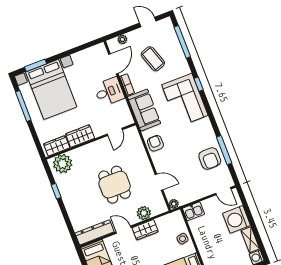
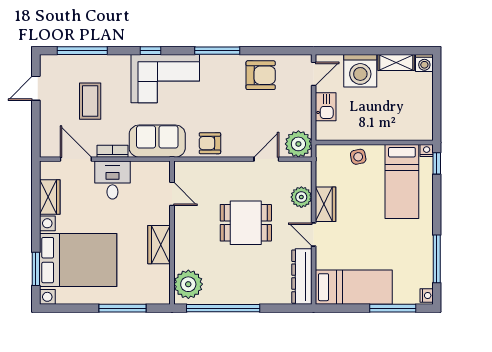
plant: (122, 39) -> (47, 133), removed
coffee table: (153, 59) -> (90, 101), turned -71
window: (23, 106) -> (123, 308), moved
wardrobe: (57, 146) -> (50, 197), moved, turned 180
window: (224, 150) -> (217, 51), moved
window: (56, 191) -> (223, 308), width x3.17
plant: (174, 204) -> (298, 144), width x1.88, depth x1.88
kitchen sink: (193, 211) -> (326, 107), moved
door: (123, 230) -> (314, 235), hinge flipped

